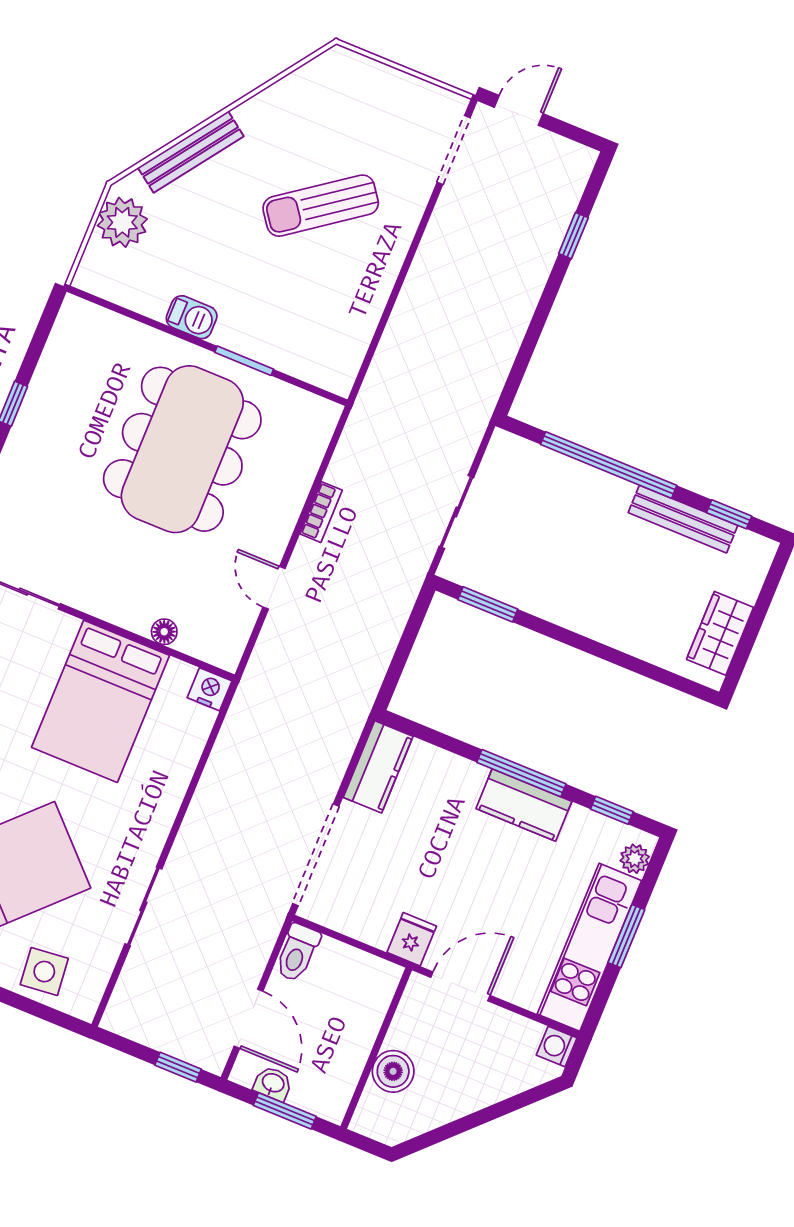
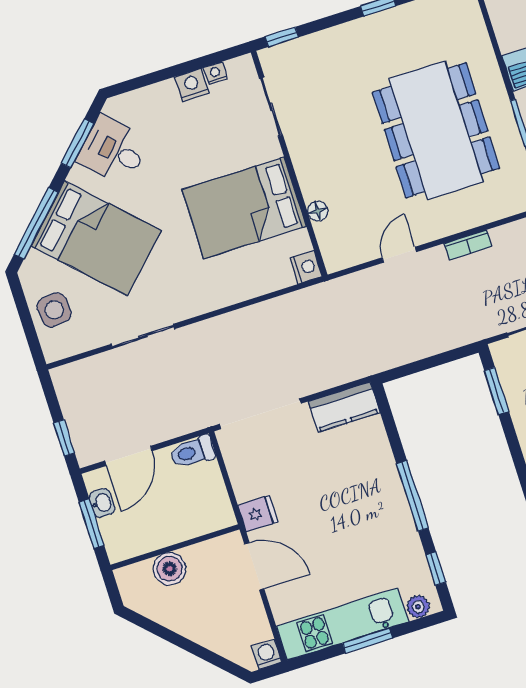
dining table: (182, 449) -> (436, 130), turned 90
kitchen counter: (524, 805) -> (395, 513), removed

